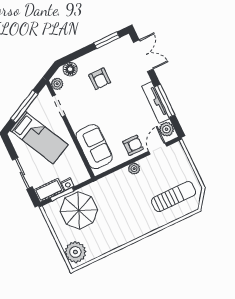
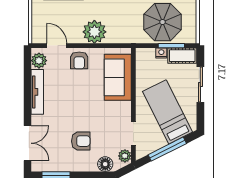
double door: (143, 56) -> (28, 143), swing flipped
armchair: (100, 79) -> (81, 141), turned 90
window: (165, 101) -> (28, 89), removed
armchair: (133, 145) -> (79, 60), turned -90
door: (158, 149) -> (57, 46), swing flipped
plant: (134, 169) -> (94, 32), width x1.87, depth x1.87

